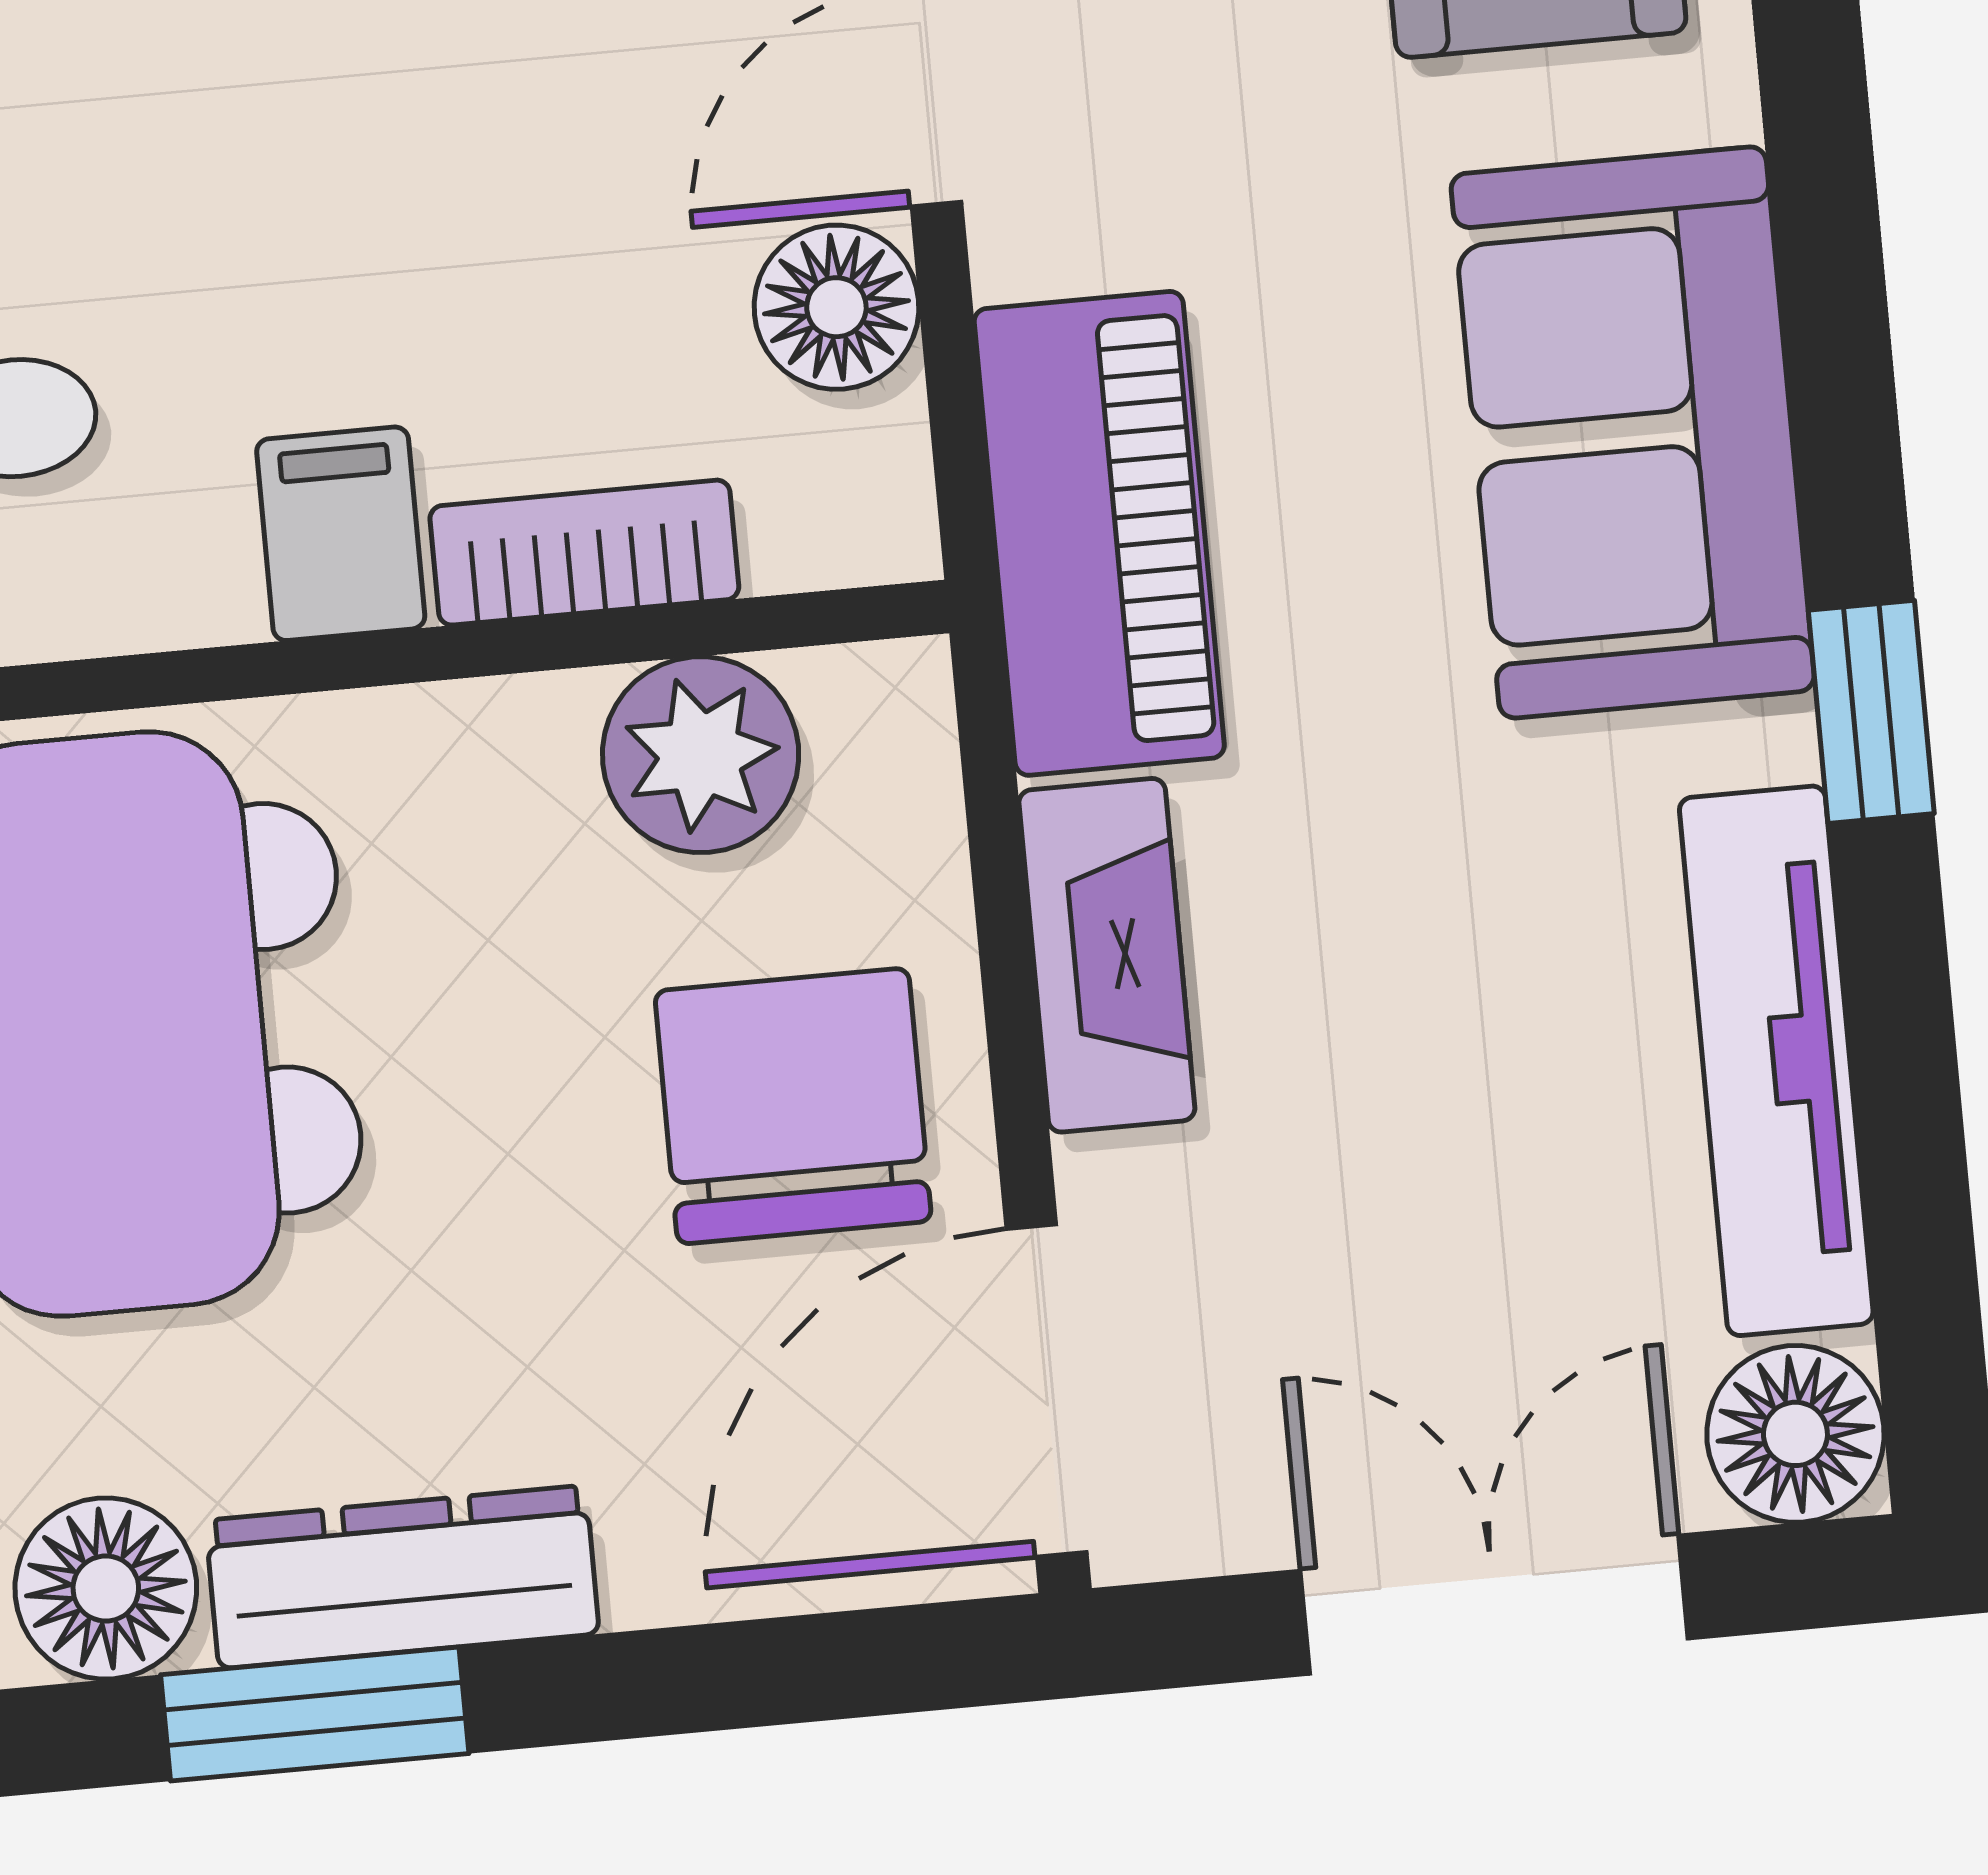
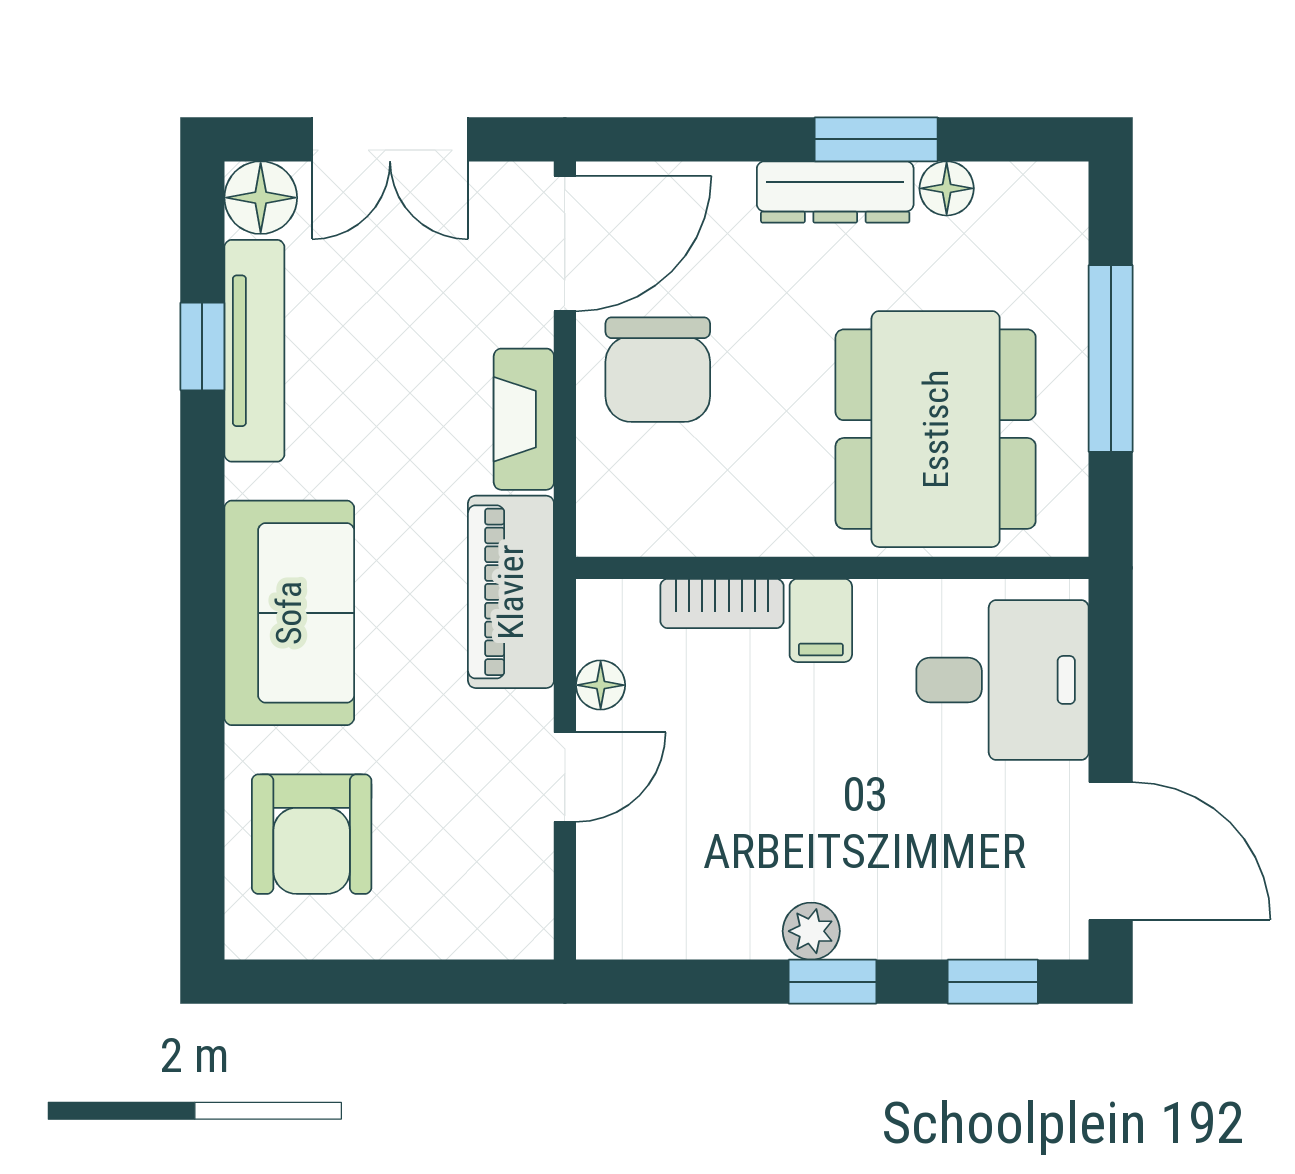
floor lamp: (836, 307) -> (601, 685), width x0.73, depth x0.73
window: (1871, 712) -> (202, 346), moved
plant: (701, 755) -> (682, 517), removed
floor lamp: (106, 1588) -> (947, 188), width x0.73, depth x0.73

